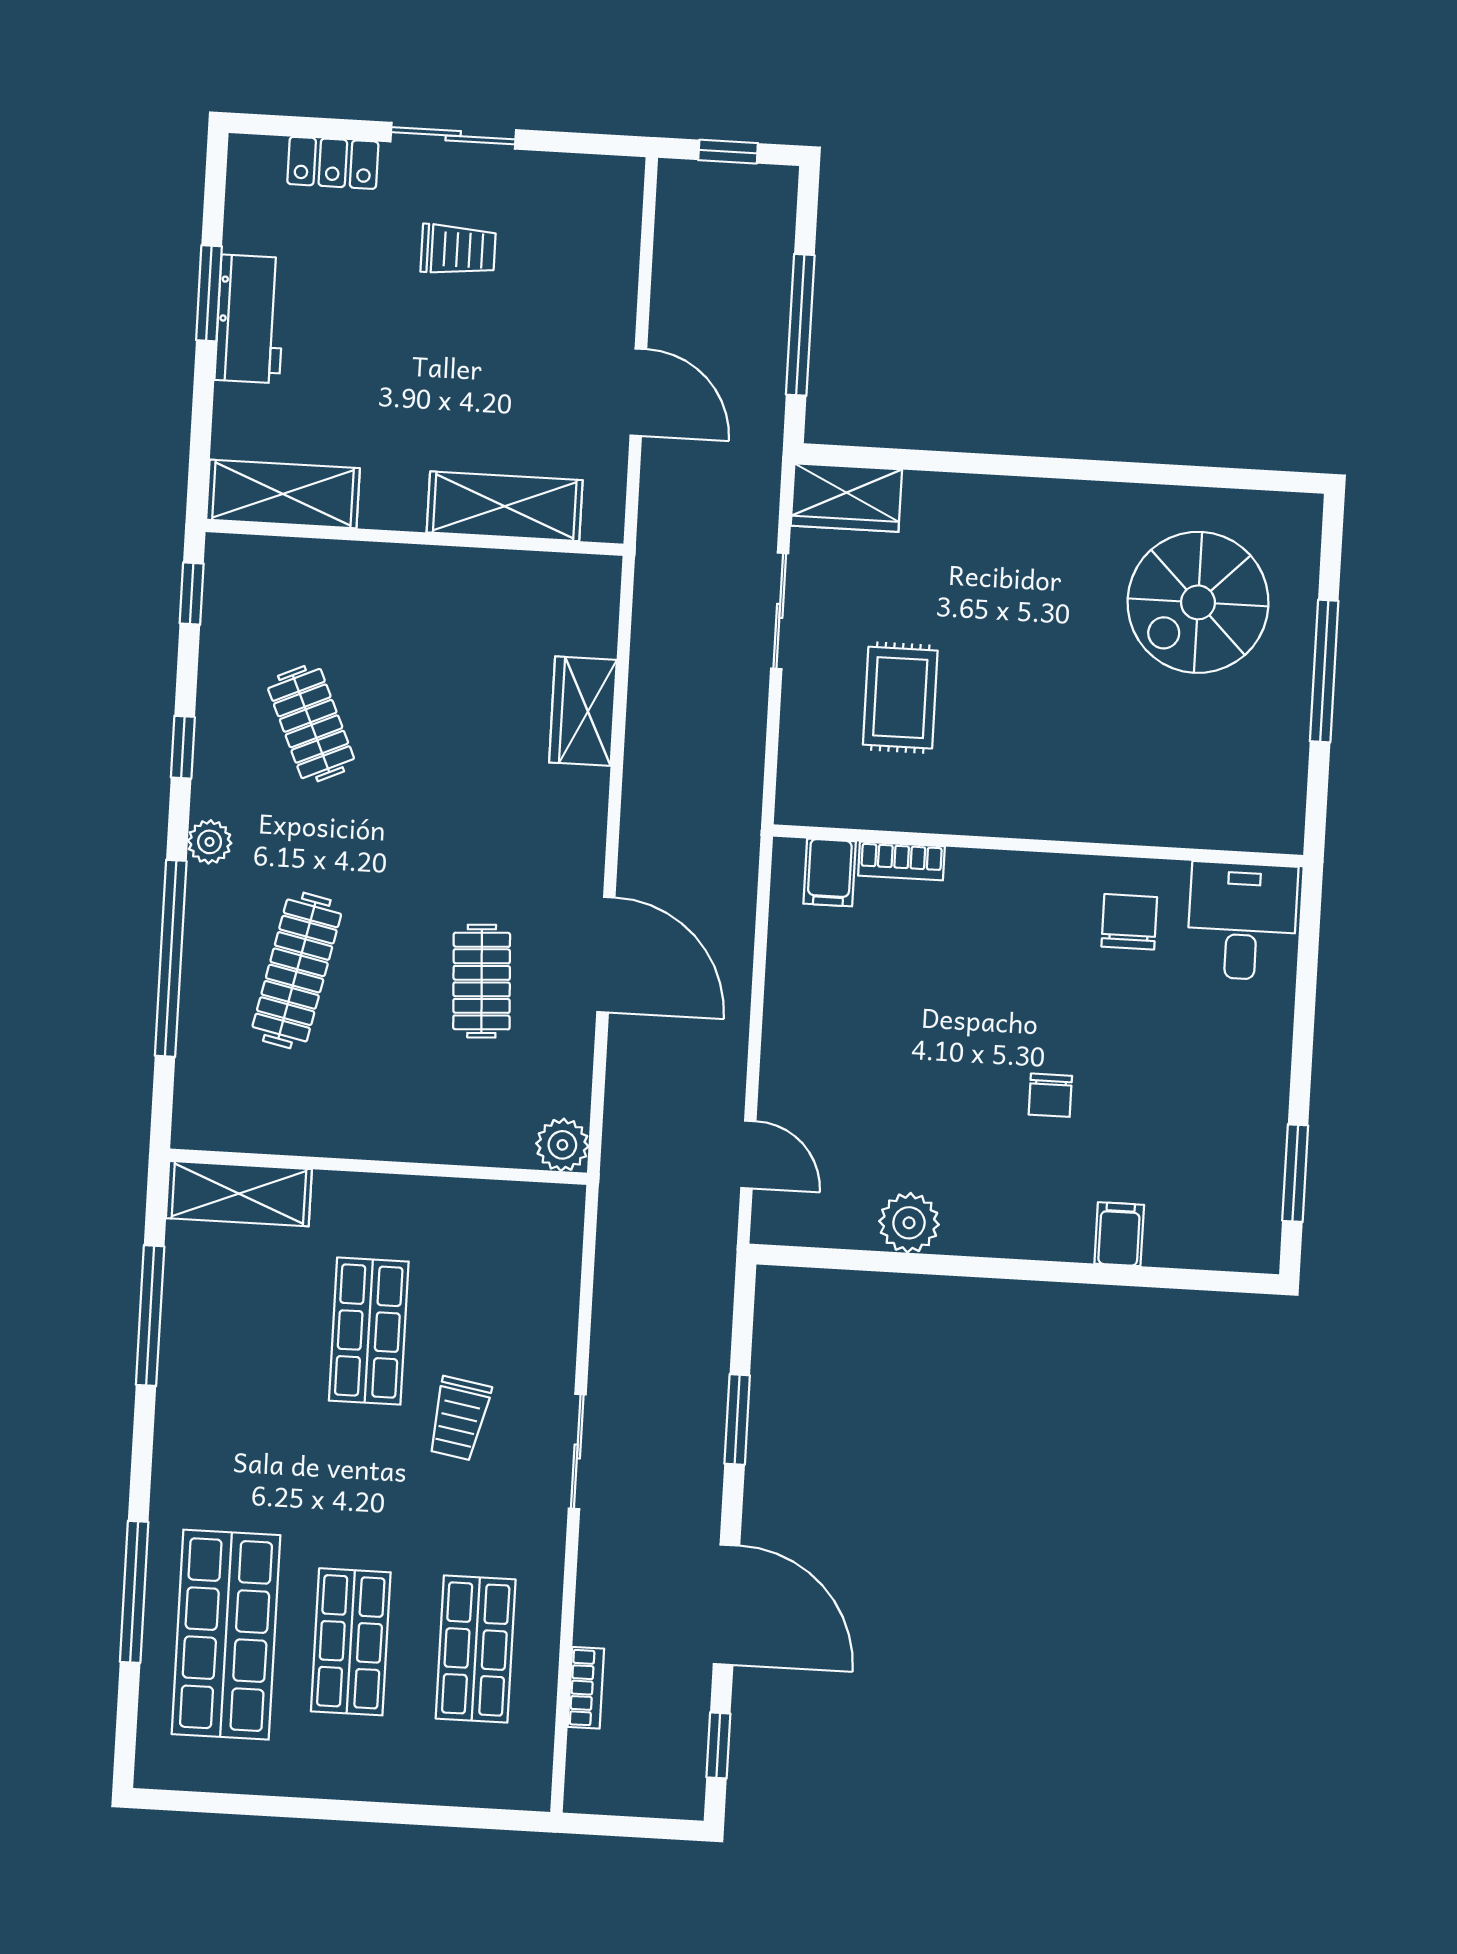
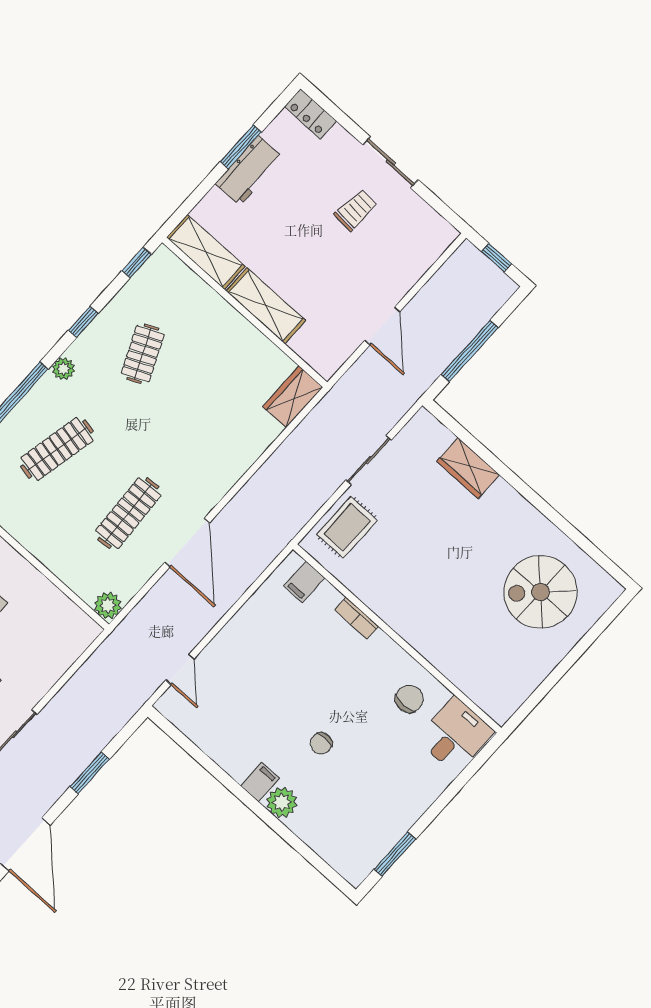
locker: (333, 163) -> (310, 114), moved
trolley: (458, 250) -> (356, 210), turned -85
wardrobe: (846, 498) -> (468, 468), moved
shelving: (505, 506) -> (266, 306), moved
window: (1324, 671) -> (569, 661), removed
rug: (900, 698) -> (347, 527), moved
wardrobe: (583, 711) -> (293, 397), moved
bookcase: (901, 861) -> (357, 618), moved
clothes rail: (482, 981) -> (128, 513), width x1.36
plant: (909, 1223) -> (282, 802), moved
filing cabinet: (1119, 1234) -> (260, 782), moved

